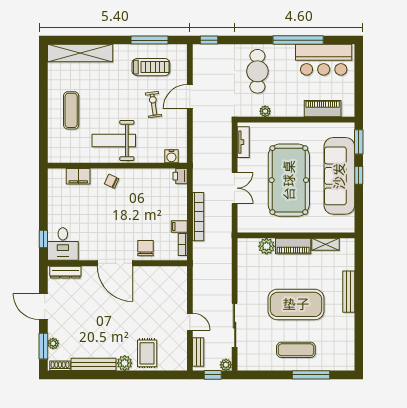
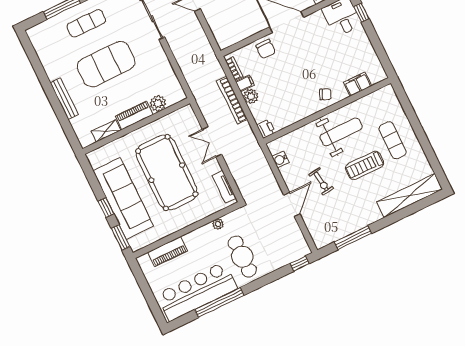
bar counter: (324, 60) -> (197, 291), width x1.36
treadmill: (151, 67) -> (365, 165), moved
water cooler: (171, 156) -> (280, 159), moved, turned -90
plant: (180, 212) -> (251, 96), added

